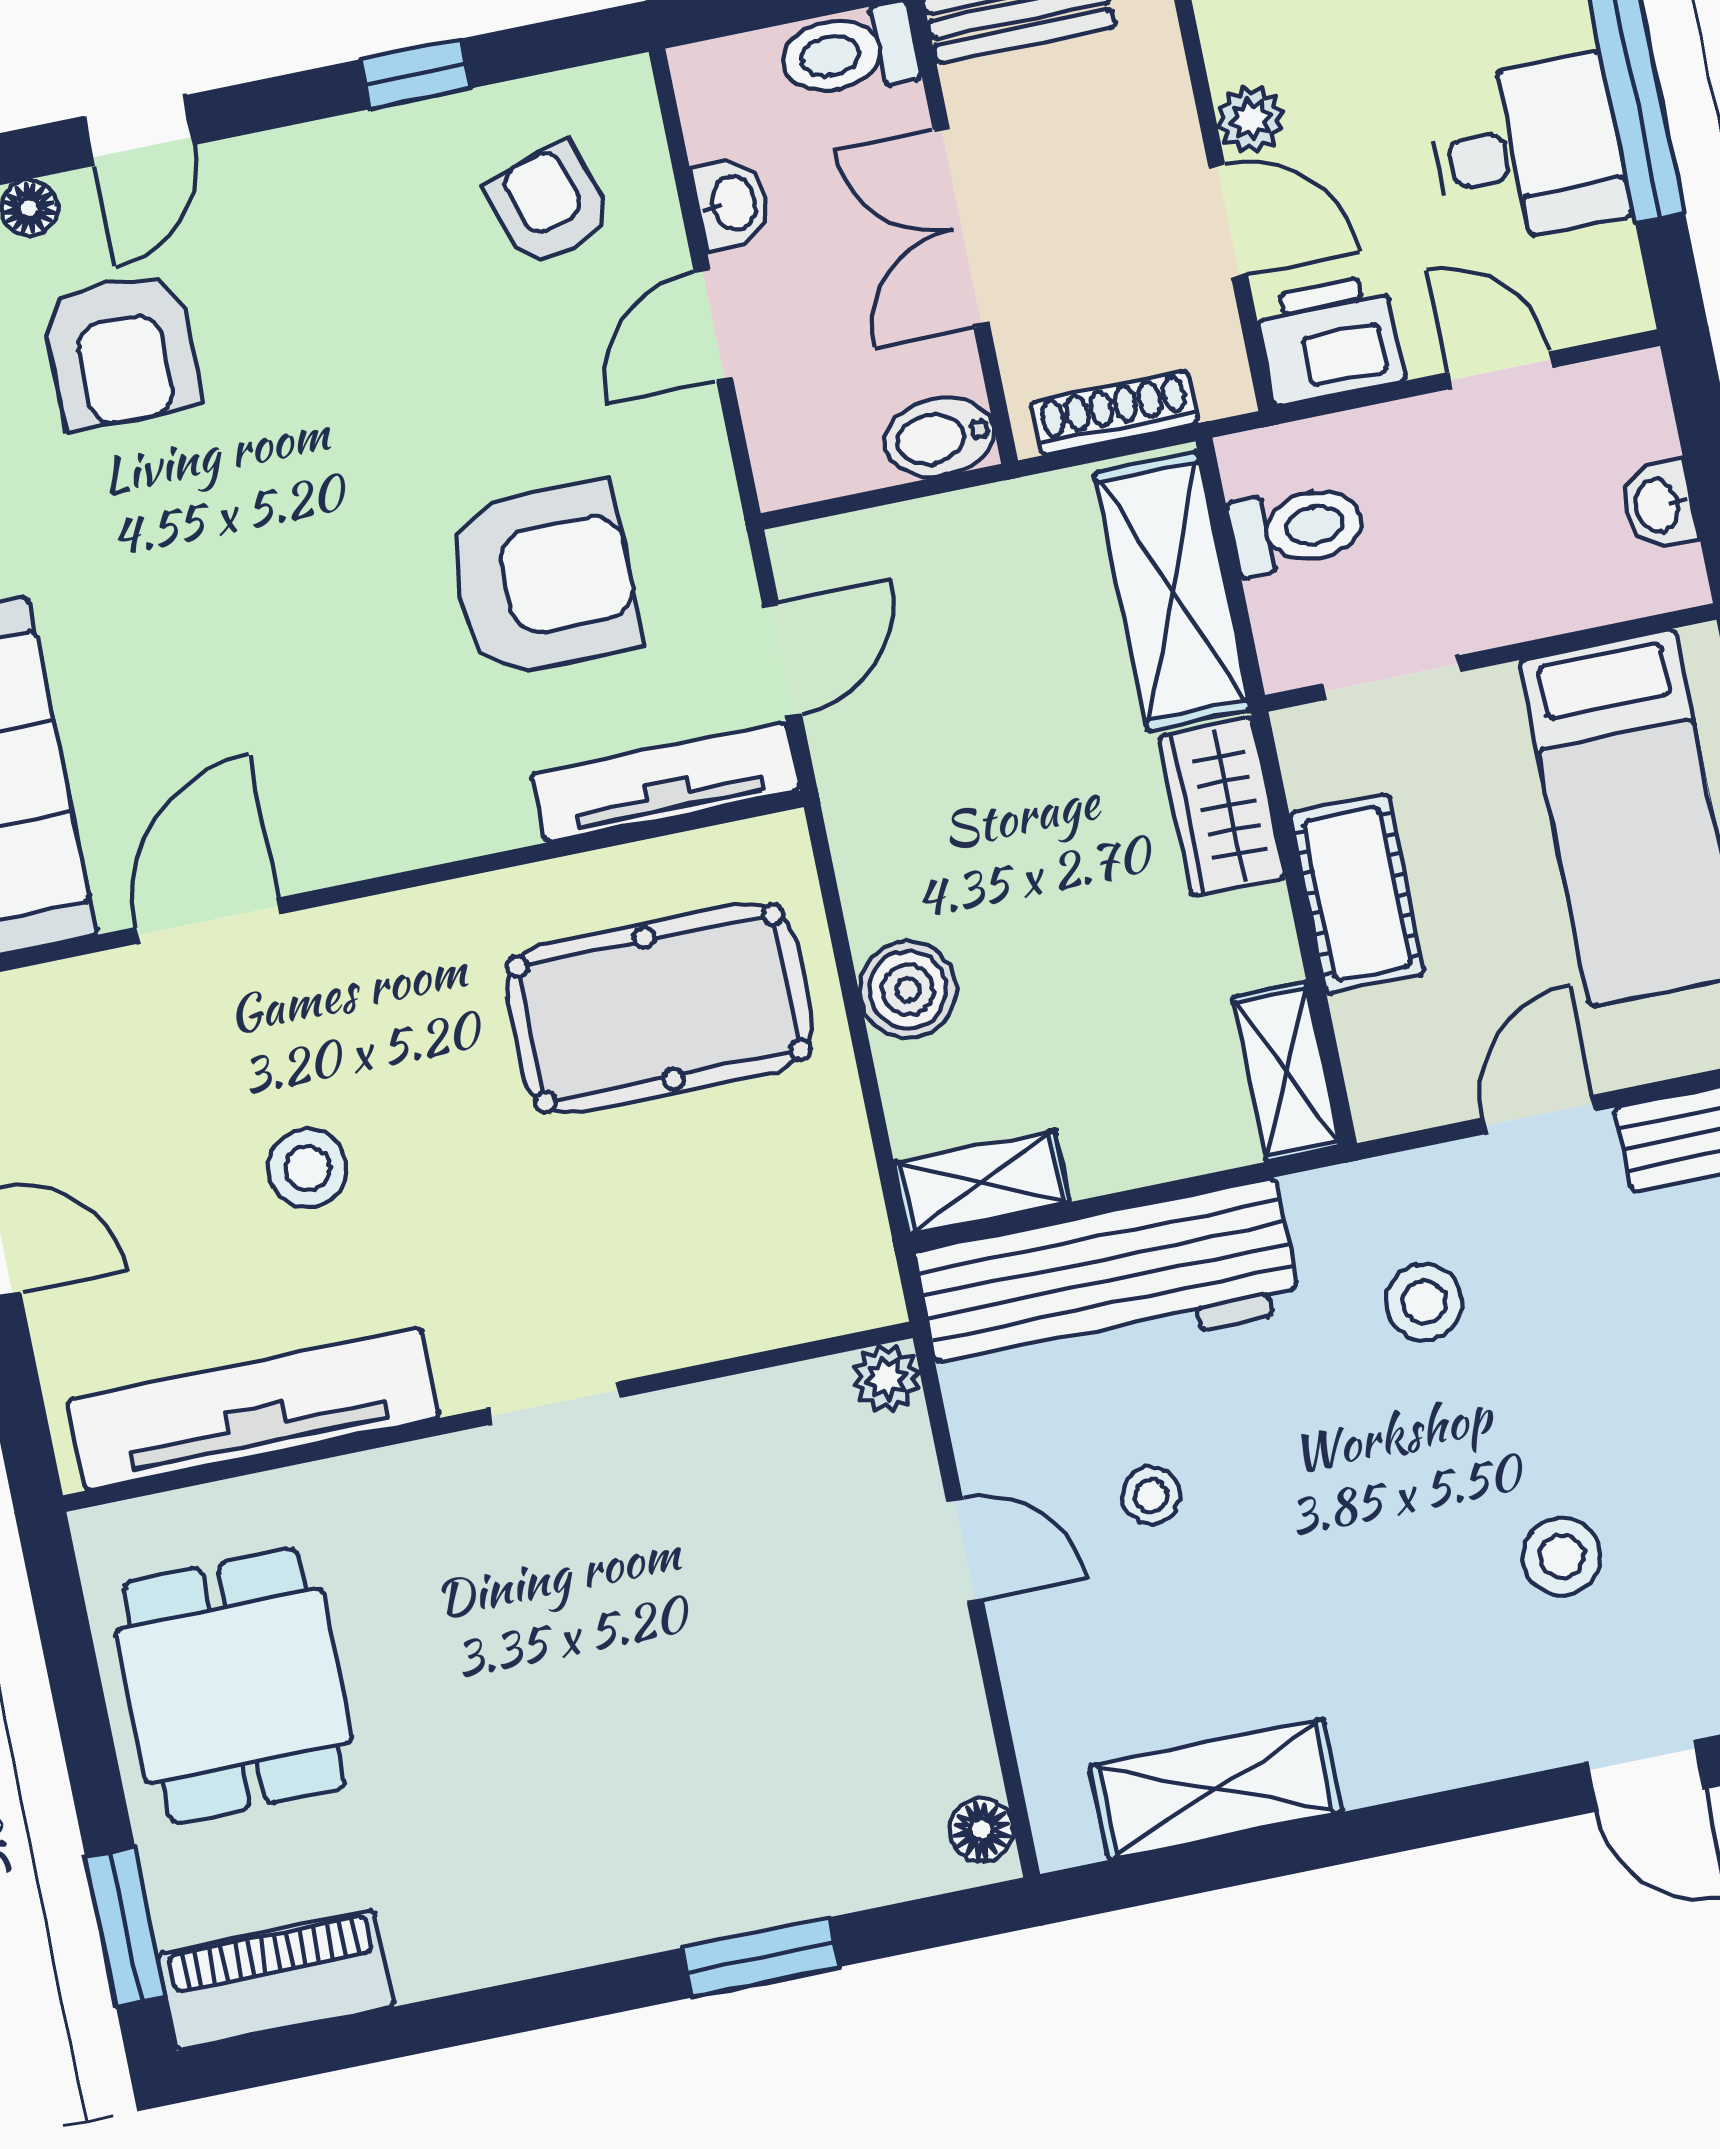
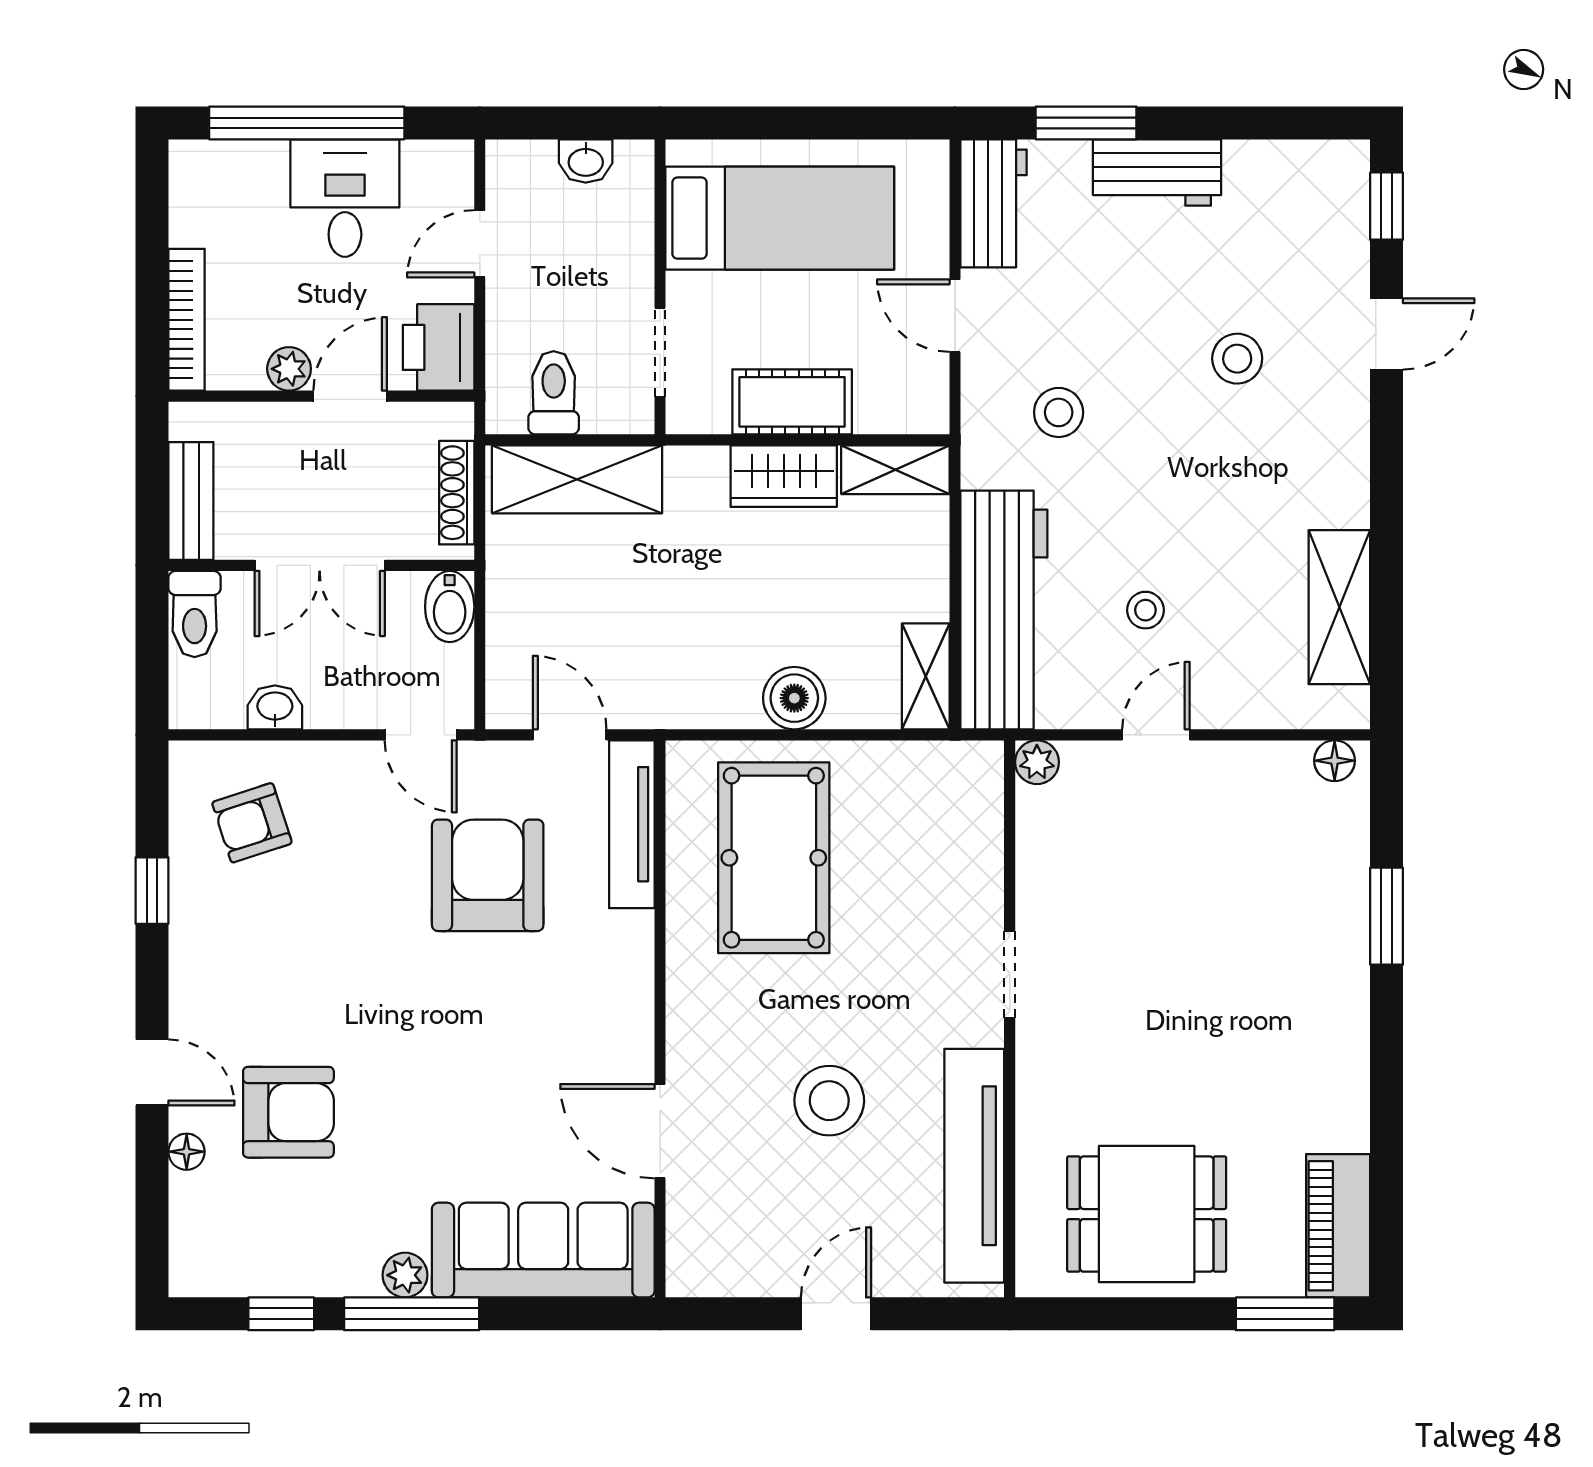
door: (713, 325) -> (421, 735), moved
wardrobe: (1222, 807) -> (784, 476), moved
stool: (307, 1168) -> (829, 1101), width x1.38, depth x1.38

